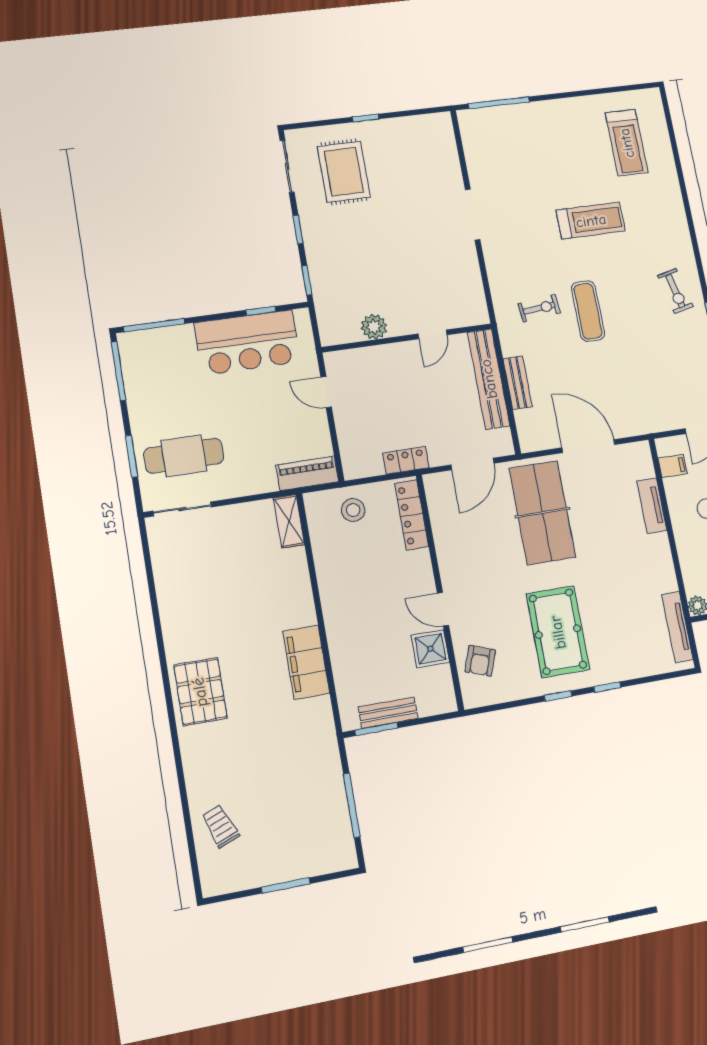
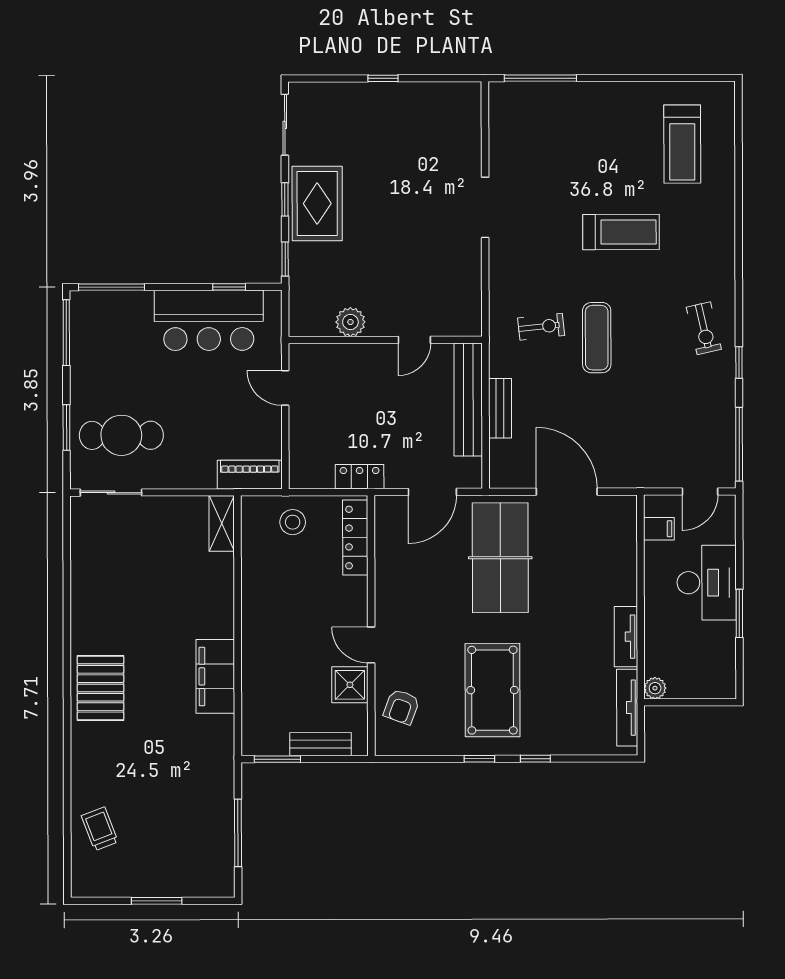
rug: (344, 172) -> (317, 204), moved
tv unit: (652, 506) -> (626, 637), moved
bench: (388, 713) -> (320, 744), moved

